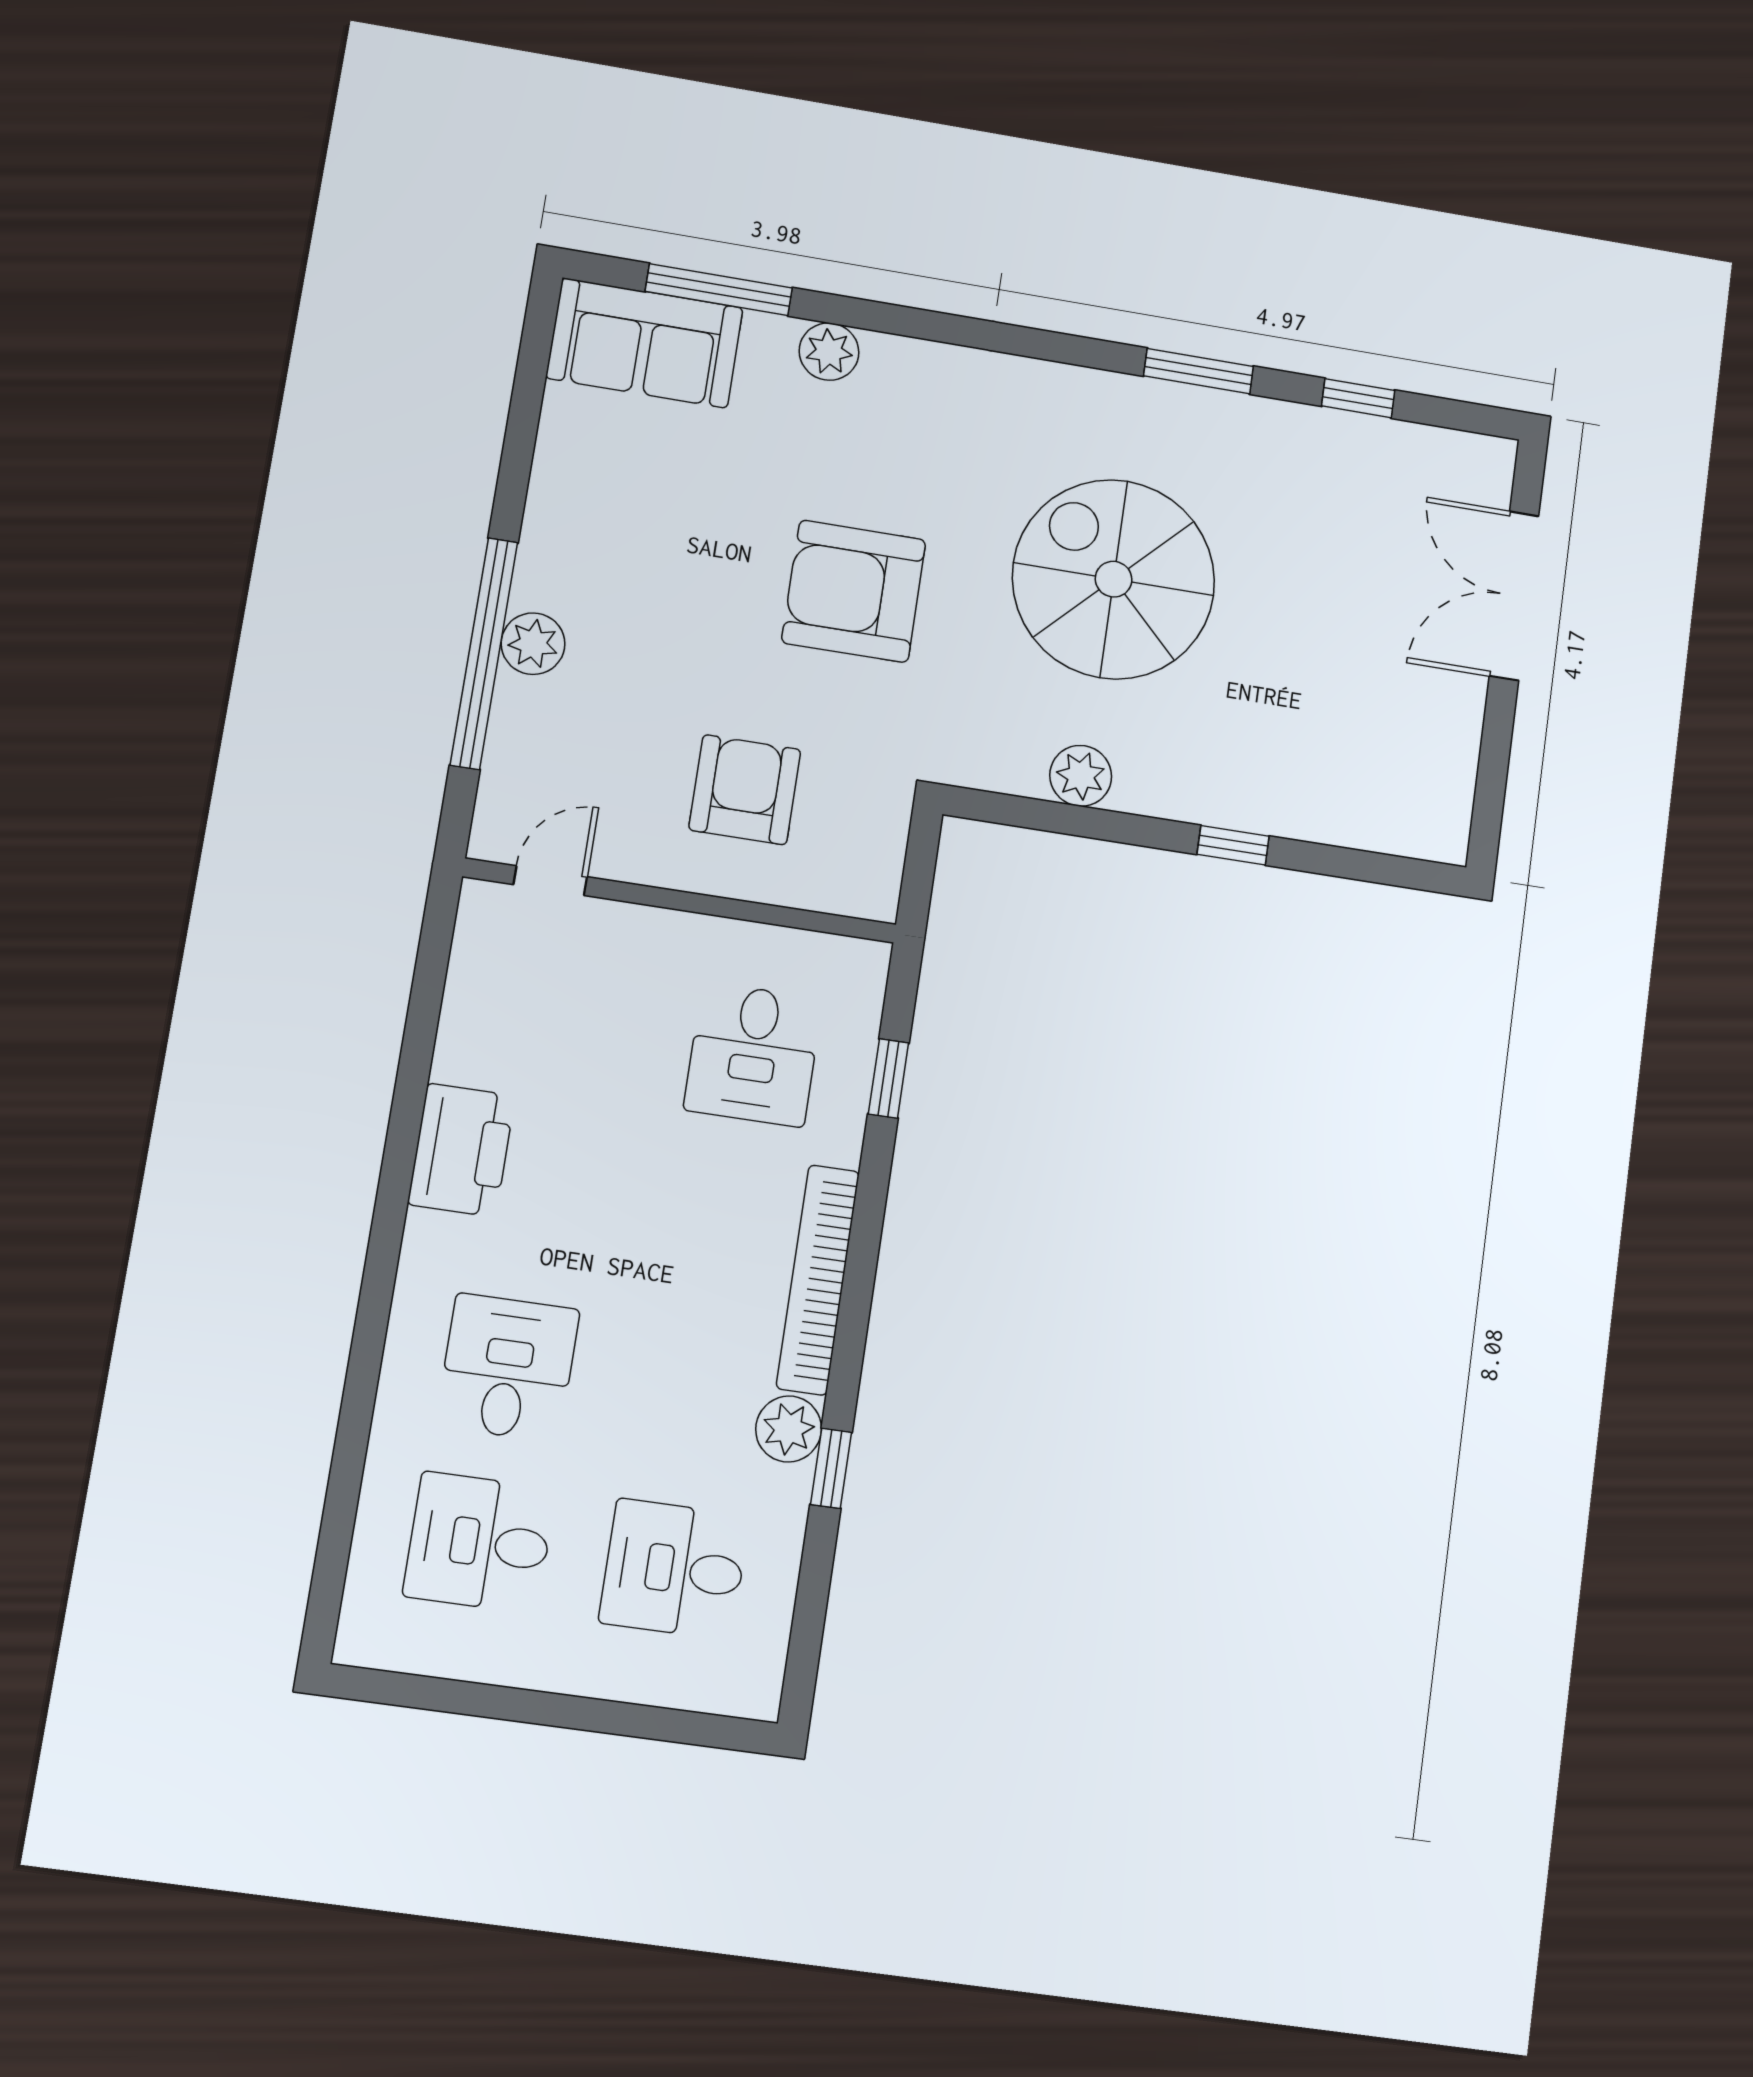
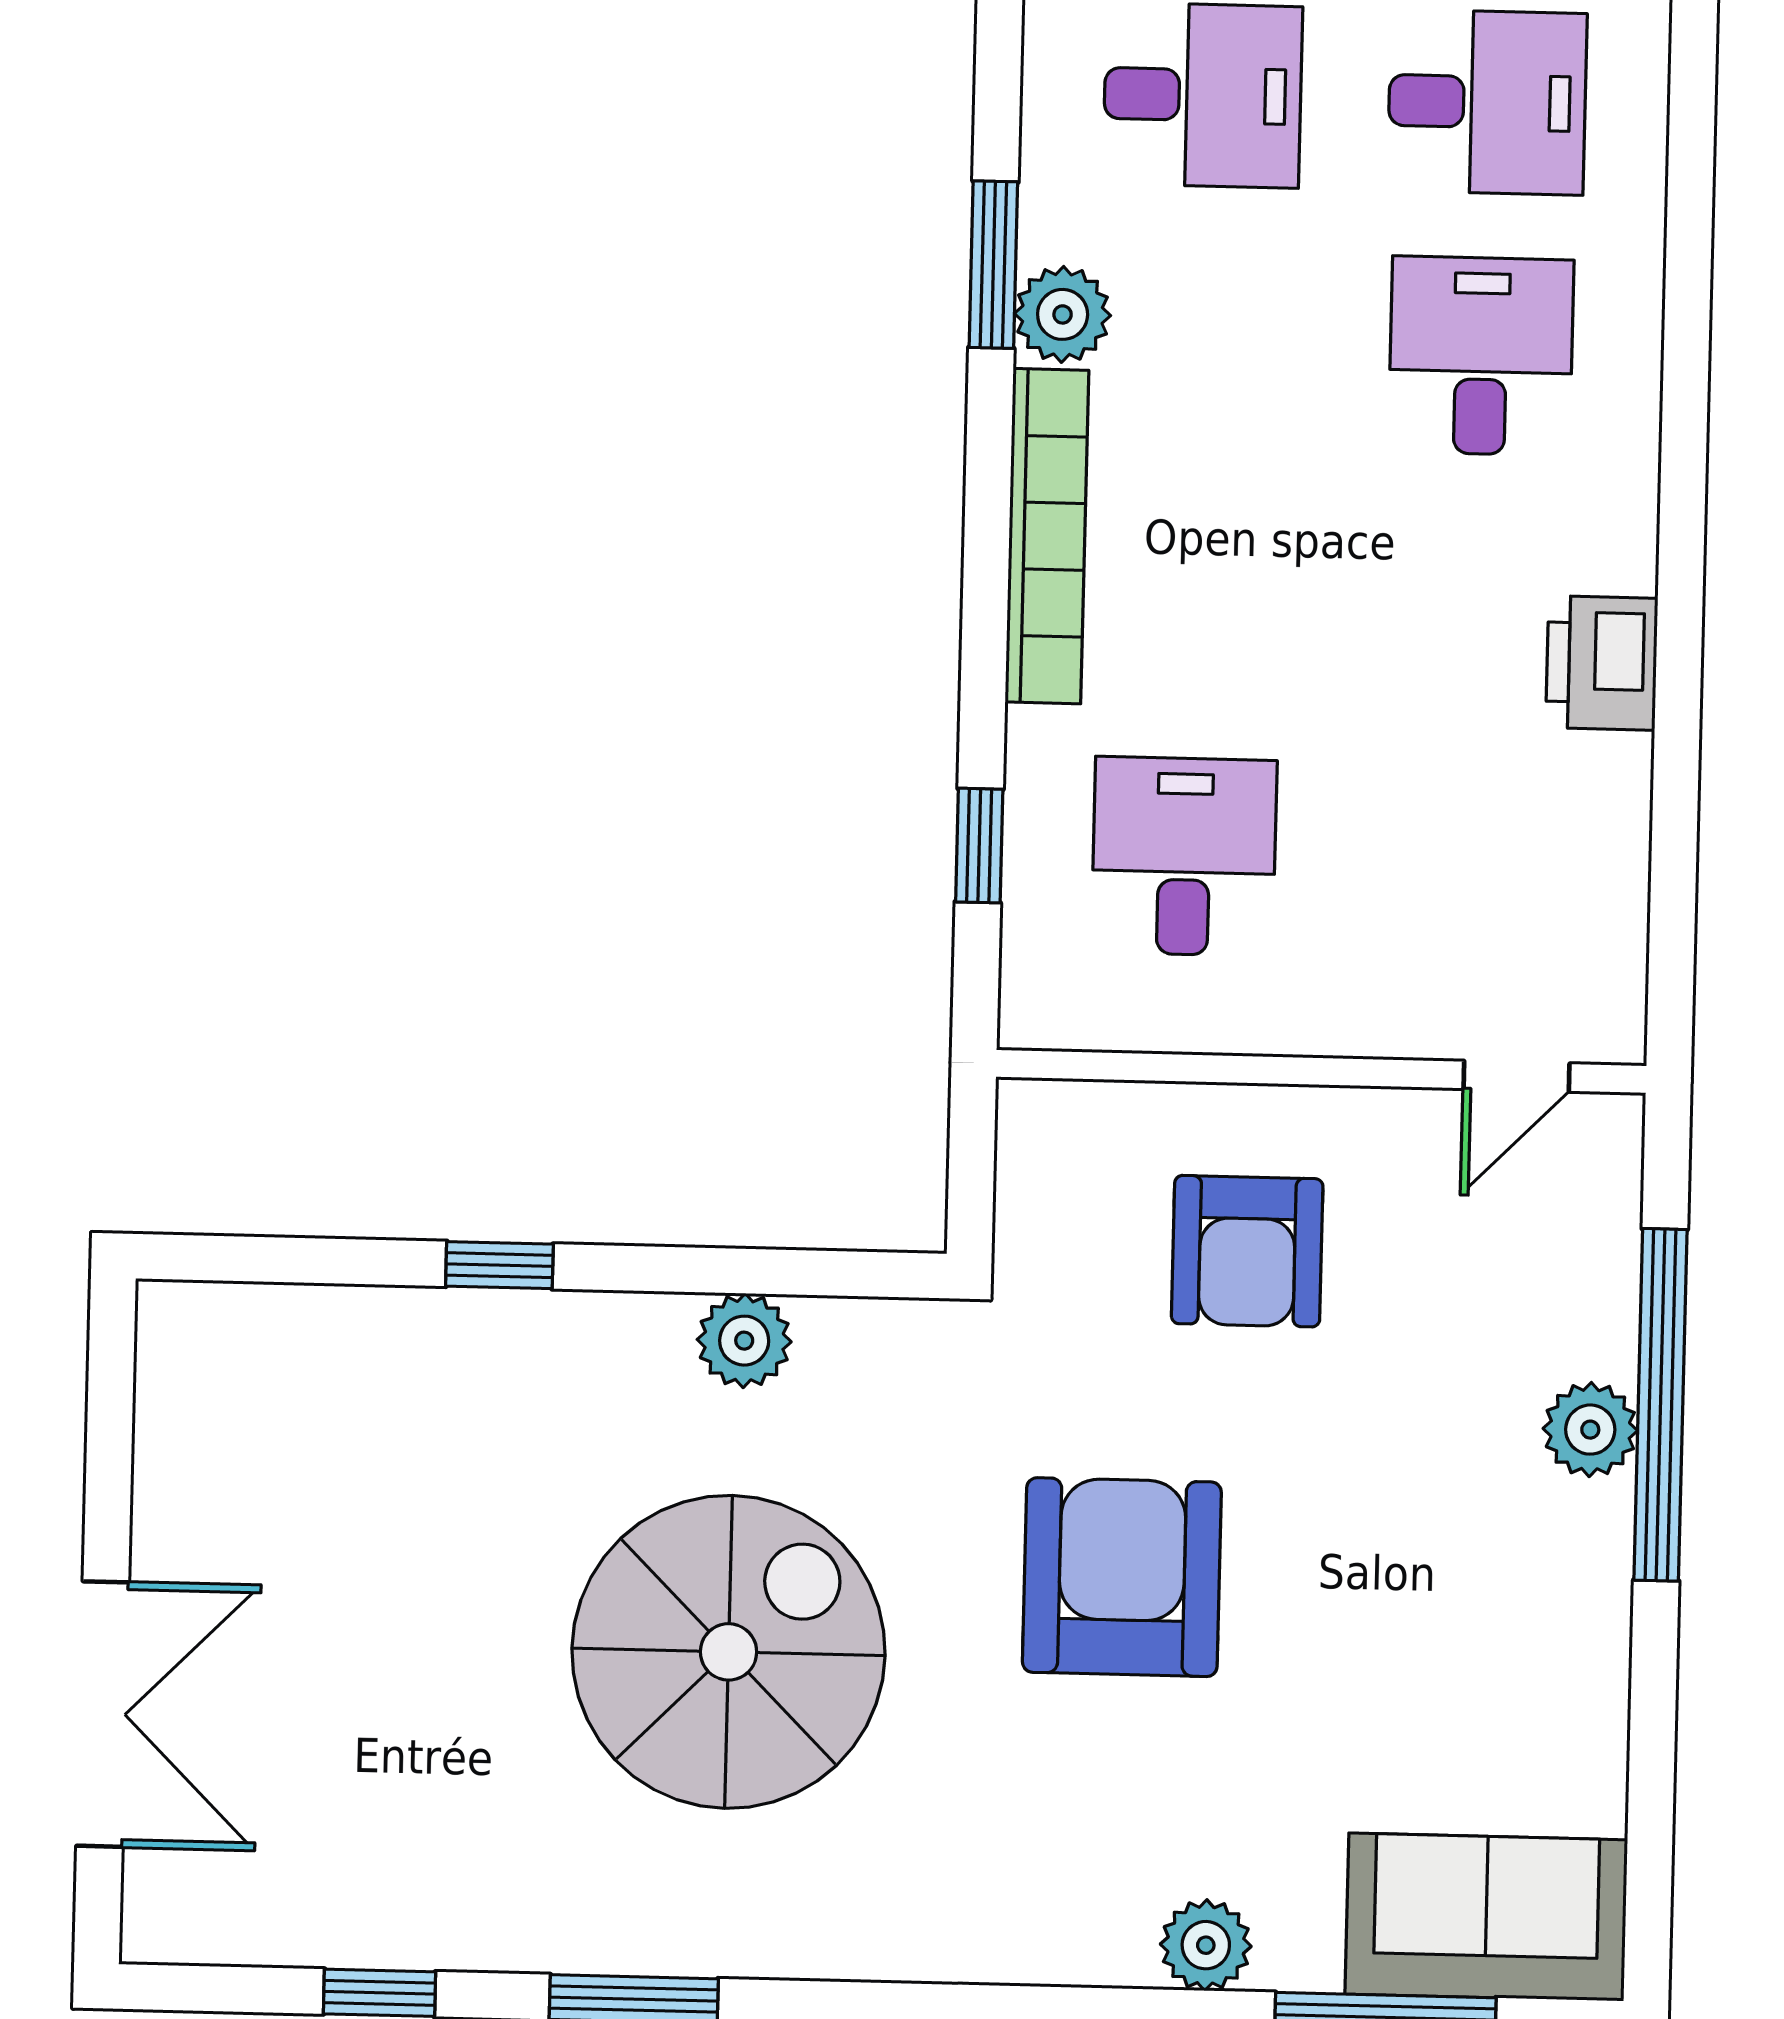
spiral stairs: (1114, 579) -> (729, 1652), turned -90
armchair: (854, 591) -> (1122, 1577), turned -90
printer: (461, 1150) -> (1602, 663), width x0.73, depth x0.84
desk: (508, 1368) -> (1481, 356), turned 180
window: (831, 1468) -> (993, 265), width x1.50

